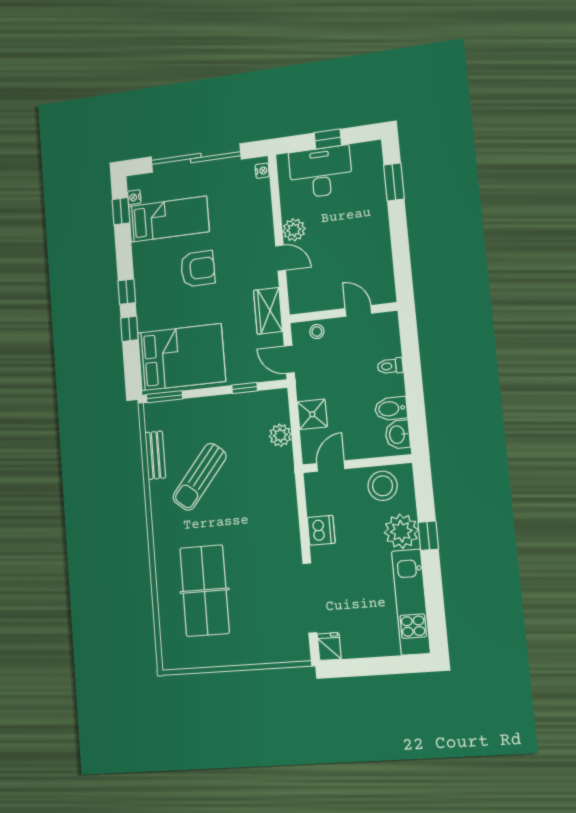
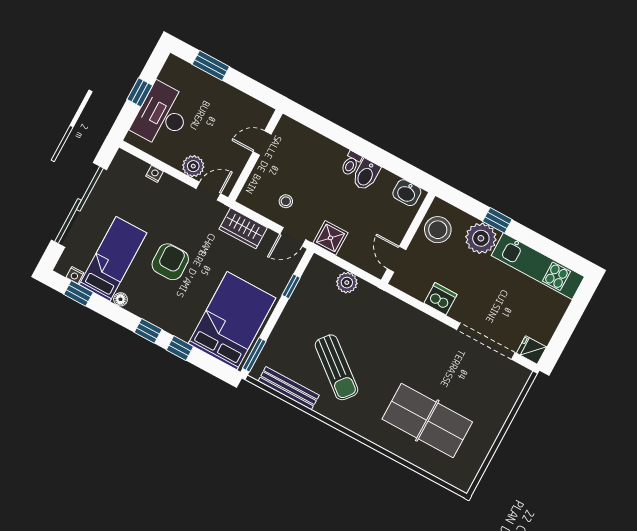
nightstand: (262, 171) -> (154, 174), moved
floor lamp: (138, 250) -> (120, 299), added
door: (358, 311) -> (262, 143), moved
wall: (343, 313) -> (255, 155), moved
bidet: (391, 409) -> (366, 175), moved
shower: (312, 414) -> (330, 238), moved
bench: (155, 455) -> (289, 388), width x1.36

